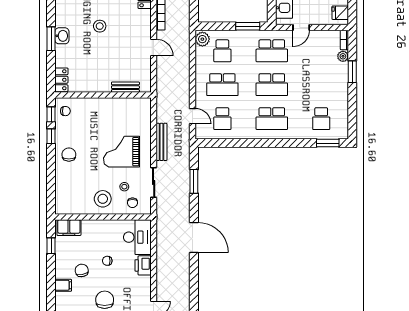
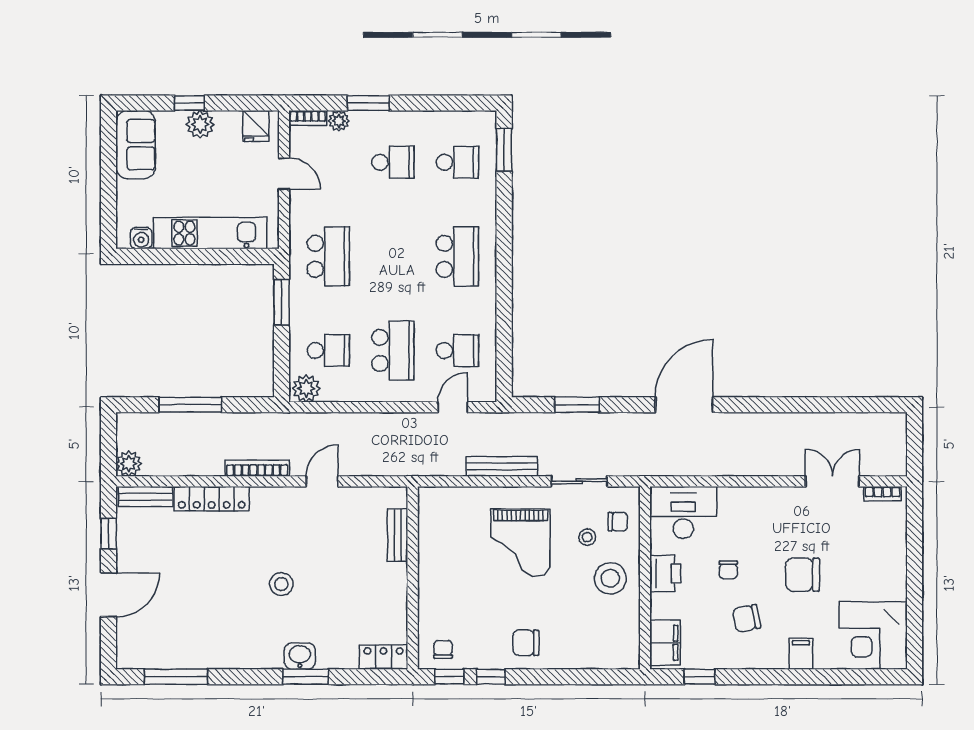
door: (301, 28) -> (284, 174), moved
school desk: (272, 85) -> (393, 162), moved, width x0.54
printer: (143, 265) -> (665, 573), moved, turned -90
filing cabinet: (63, 285) -> (801, 654), moved

